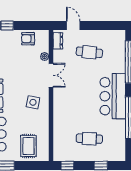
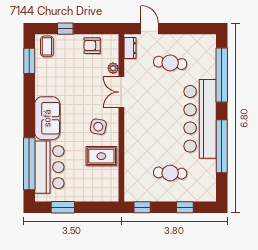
double door: (51, 75) -> (121, 92), swing flipped
bar counter: (113, 96) -> (200, 119), width x1.36
rug: (28, 146) -> (101, 156), moved, turned 90

